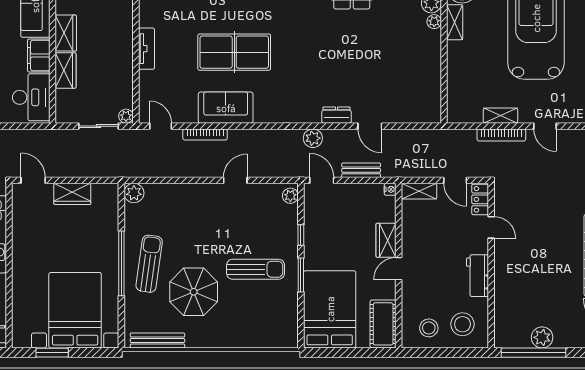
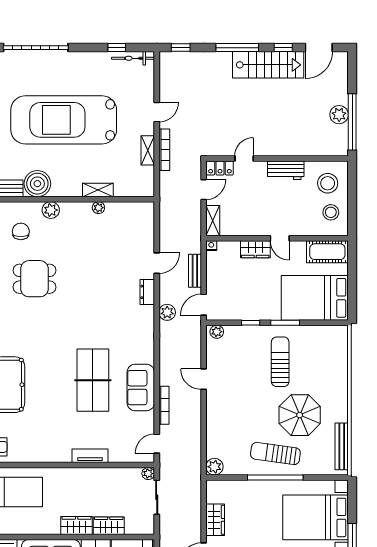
plant: (434, 22) -> (98, 208), moved
shelving: (455, 22) -> (98, 190), moved

